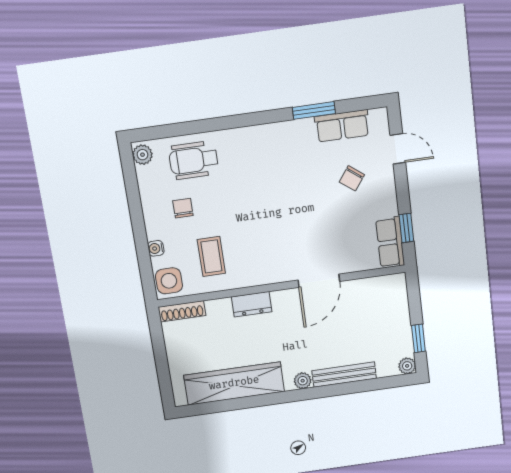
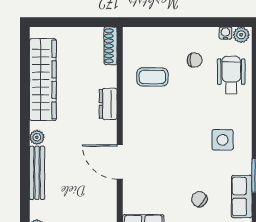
water cooler: (156, 248) -> (225, 33), moved
side table: (169, 281) -> (223, 140), moved

